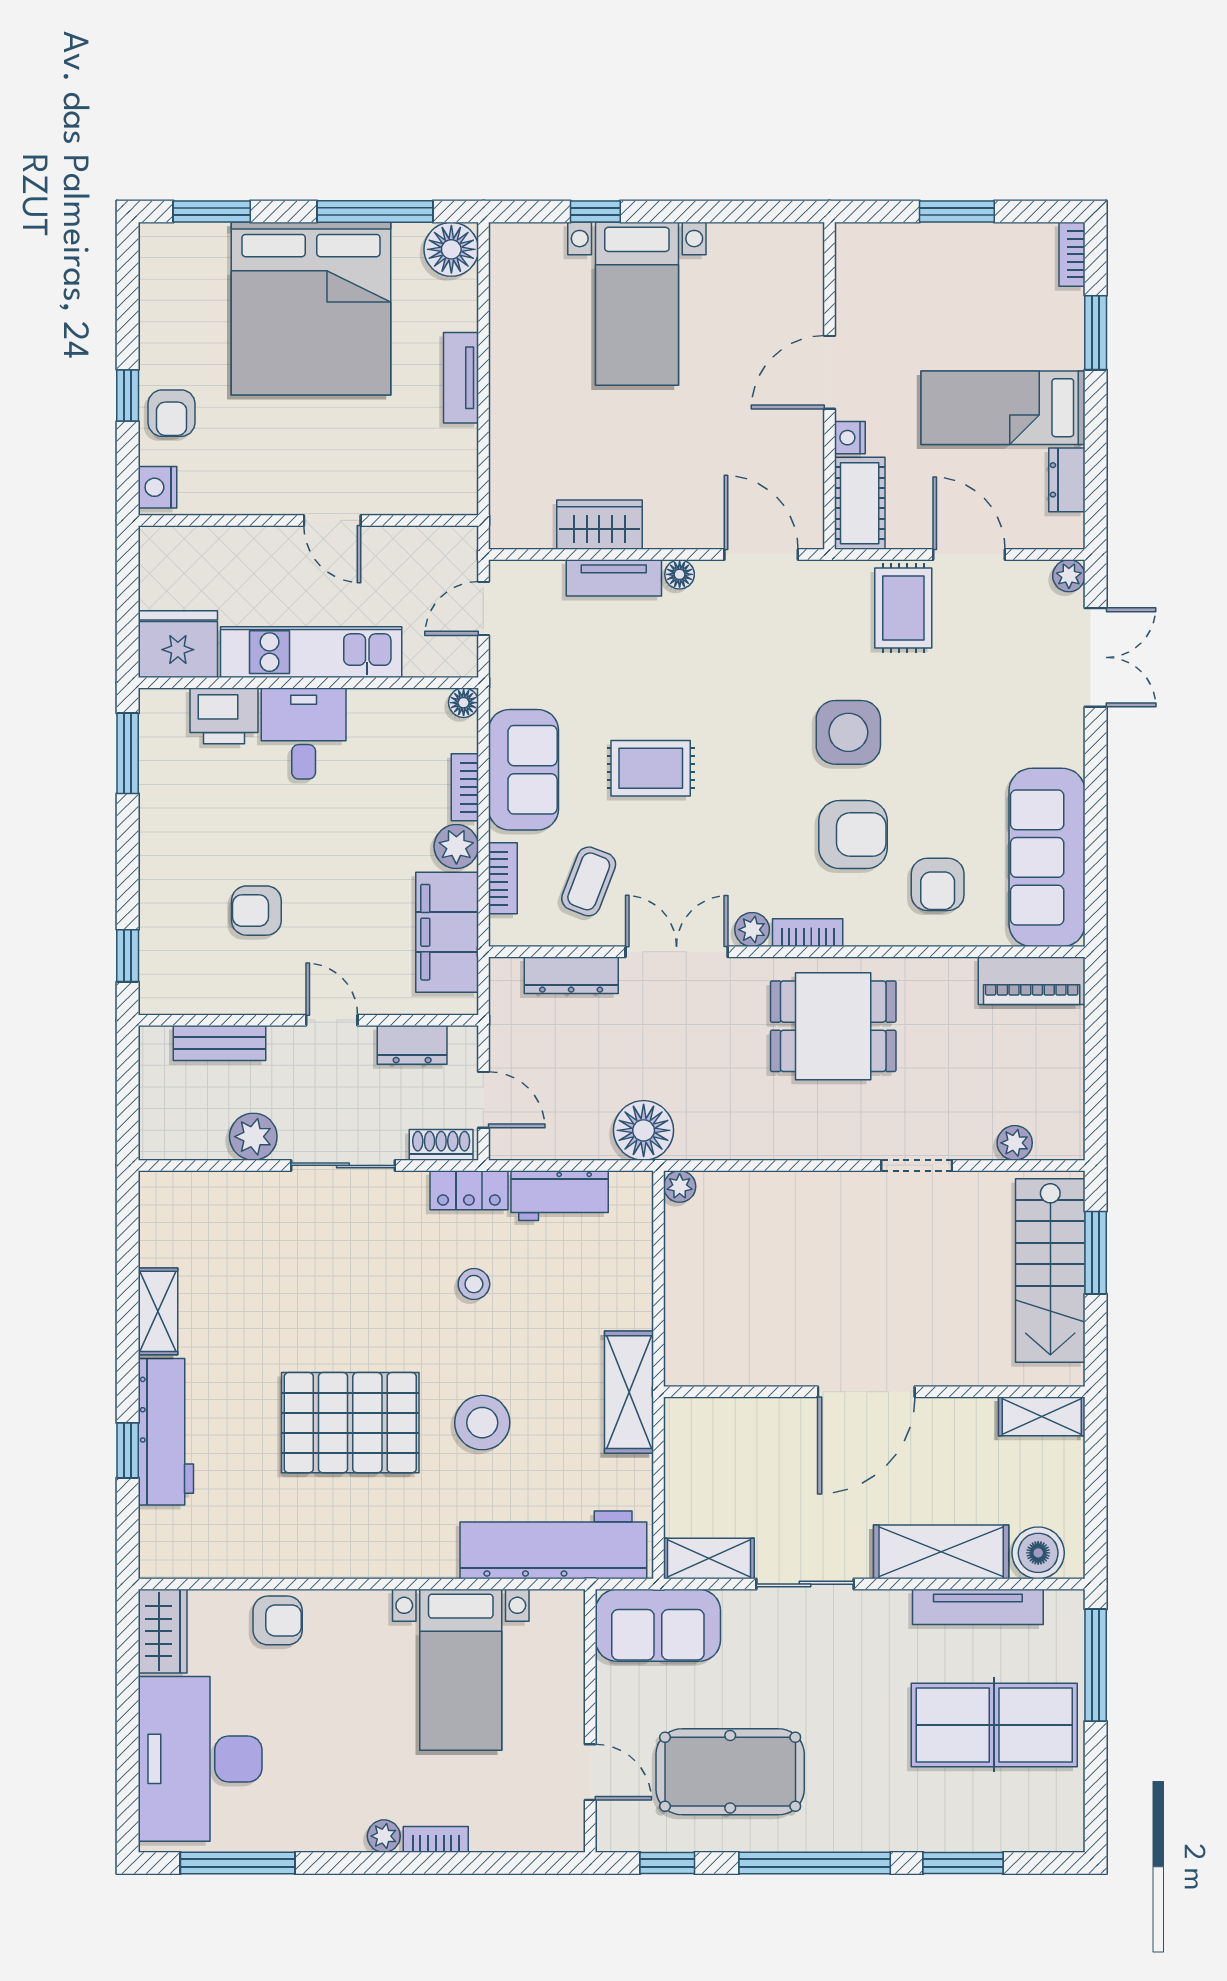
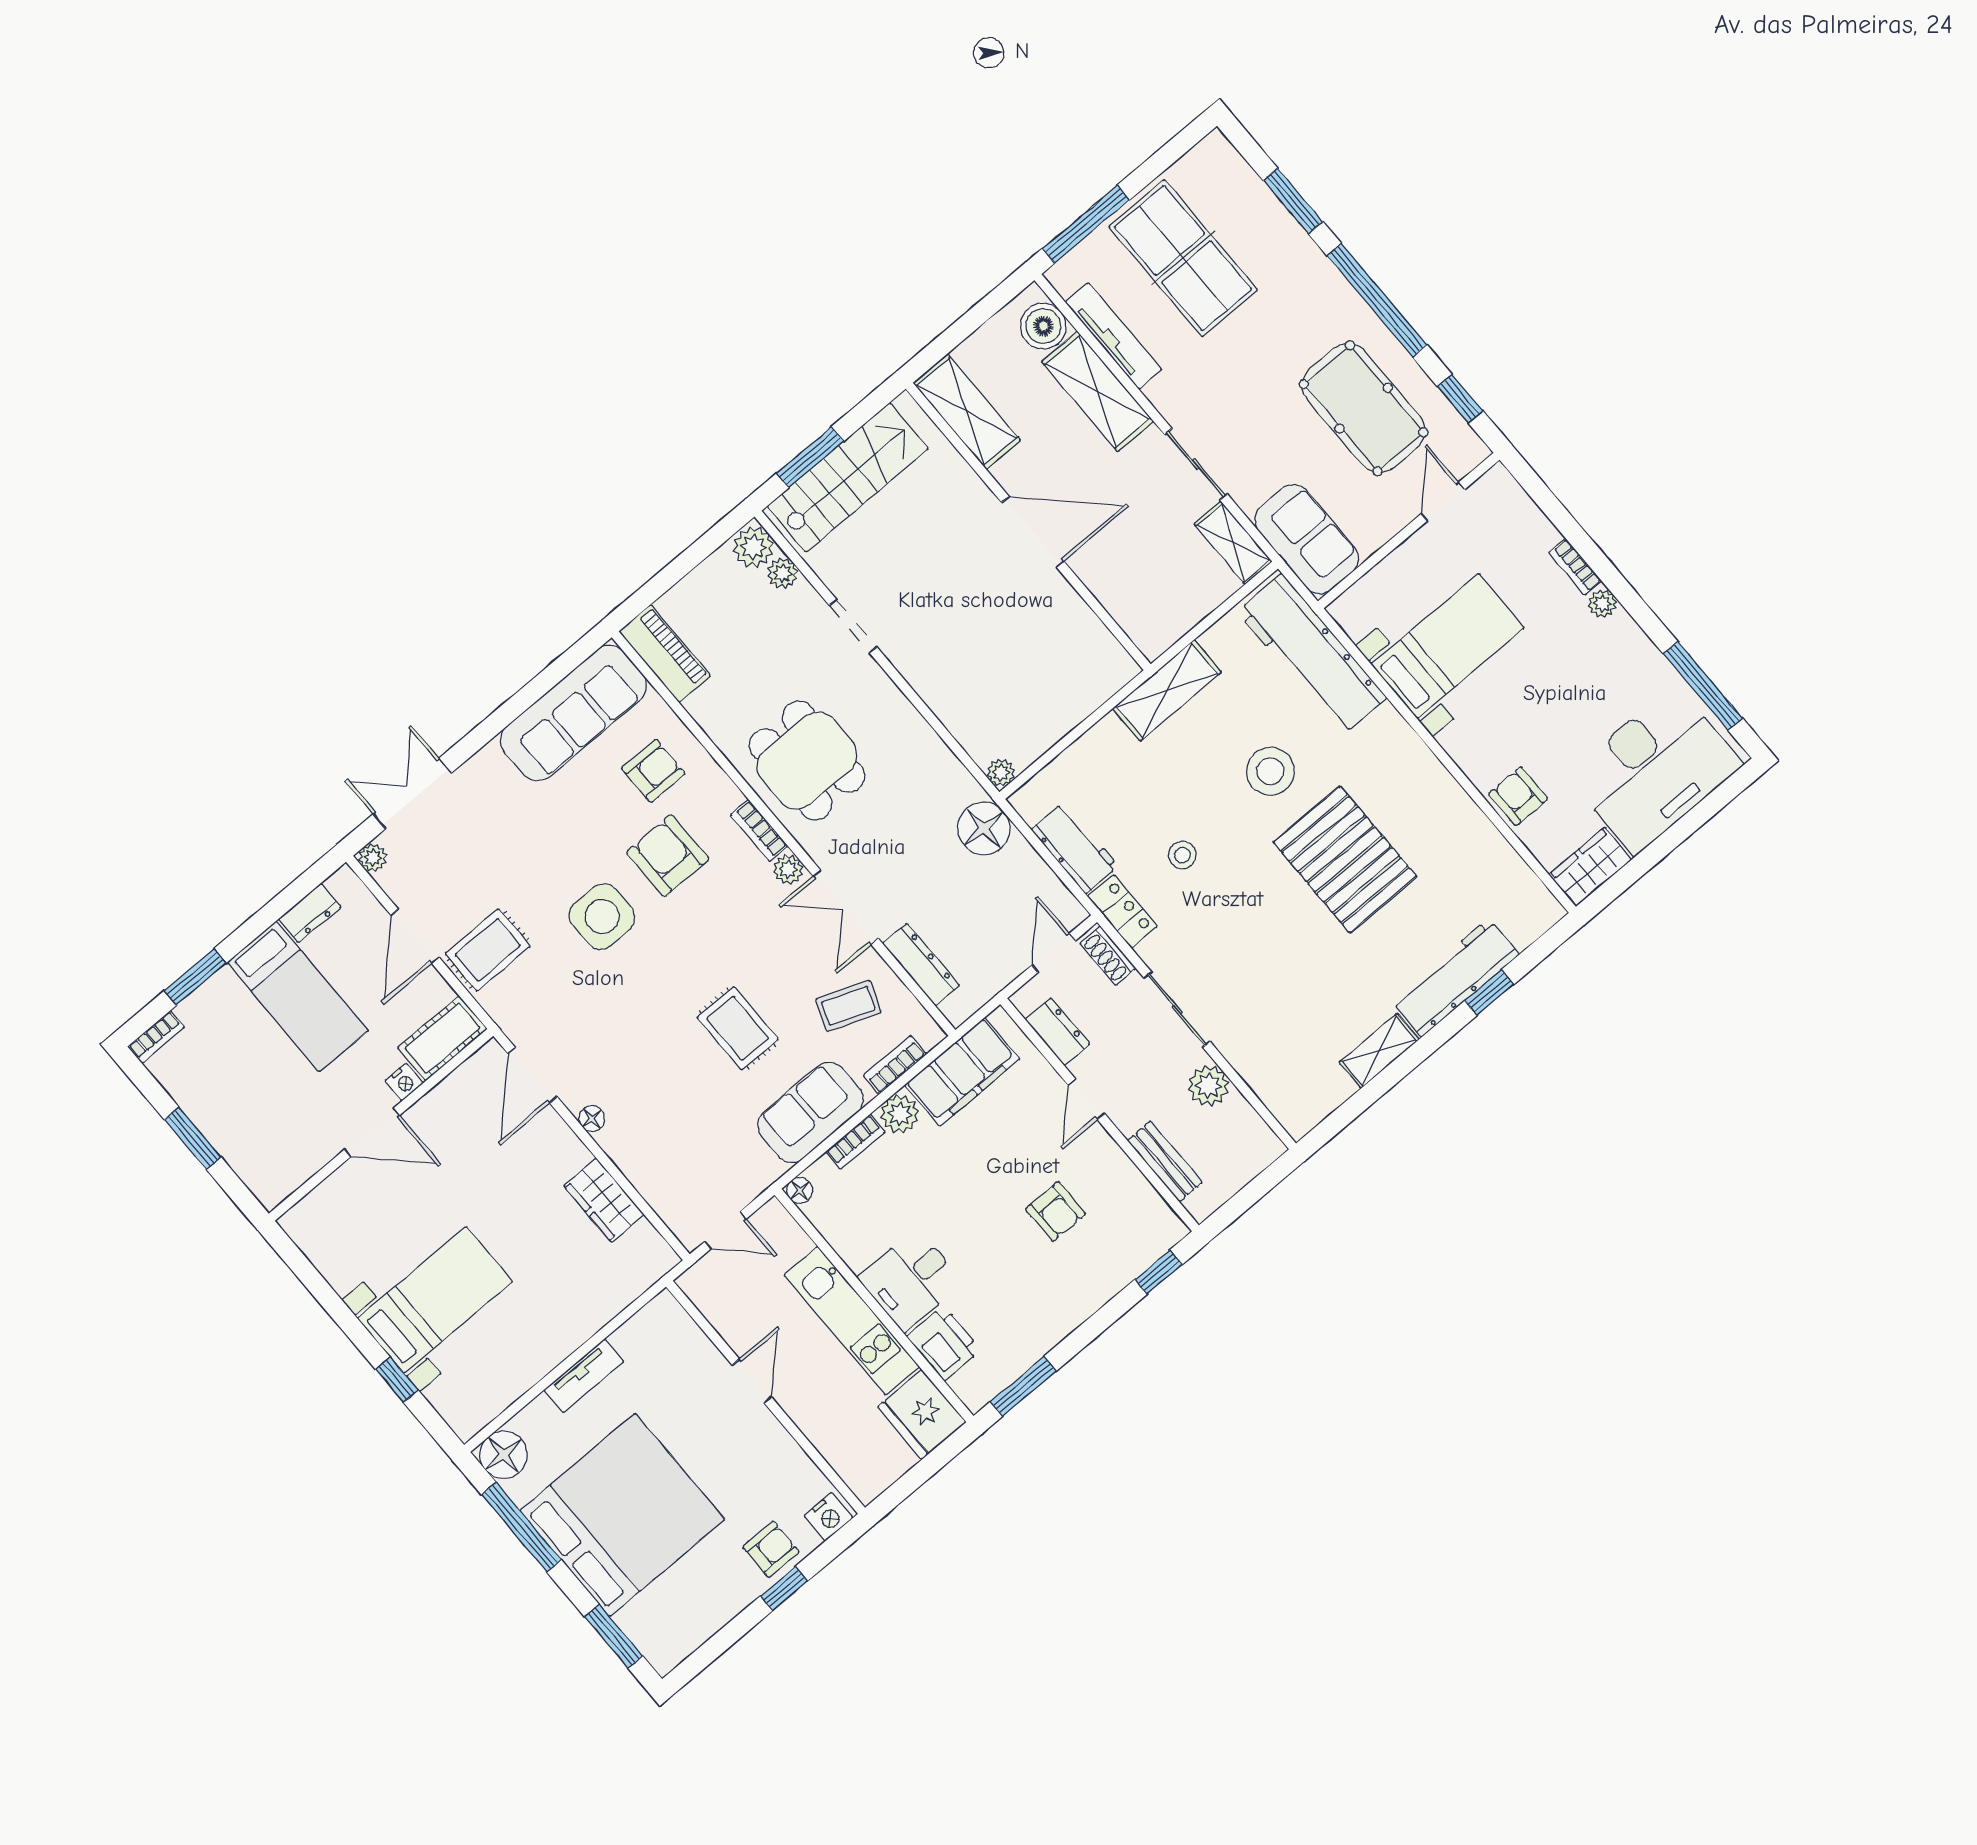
tv unit: (614, 578) -> (631, 1160), removed
plant: (1059, 1137) -> (753, 547), added
shelving: (1042, 1416) -> (967, 411), width x1.50, depth x1.33

